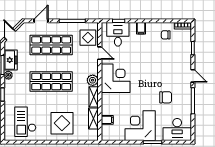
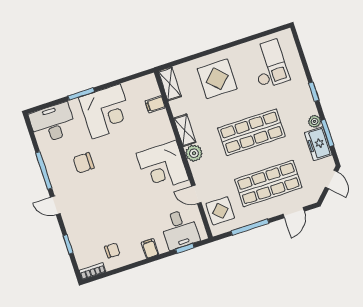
shelving: (93, 119) -> (170, 84), moved

